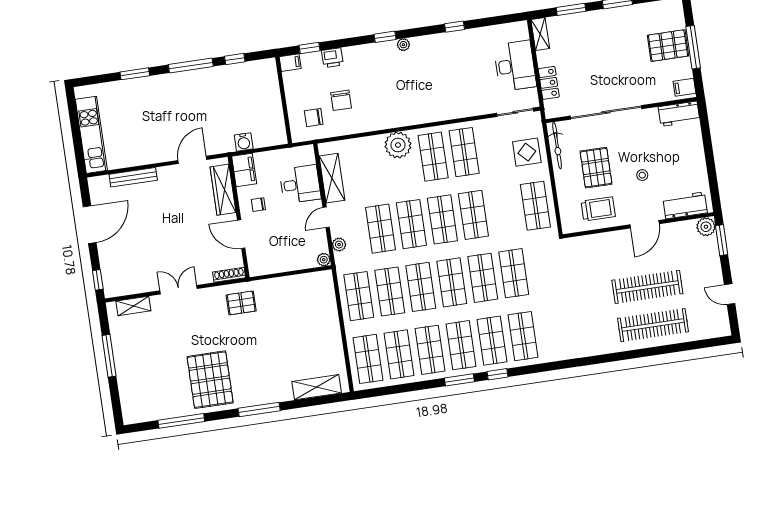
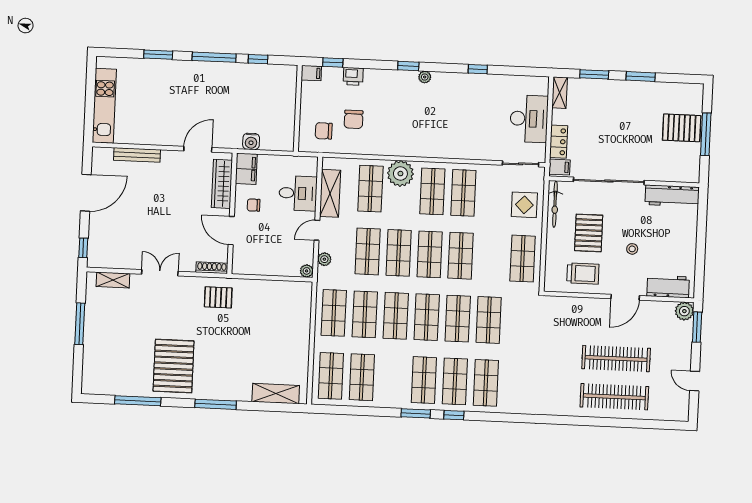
filing cabinet: (684, 87) -> (559, 167), moved, turned 180
workbench: (679, 114) -> (672, 196), width x1.38
shop shelf: (430, 350) -> (370, 189), moved

